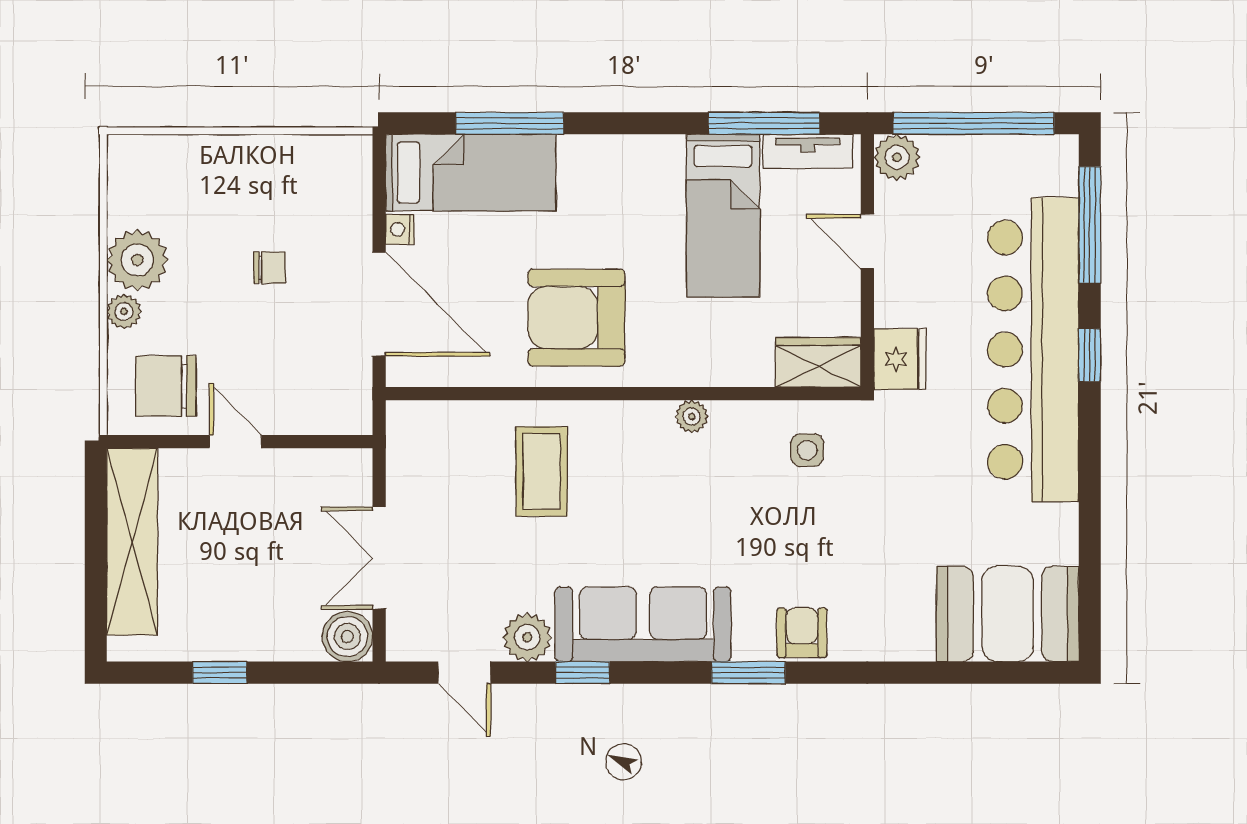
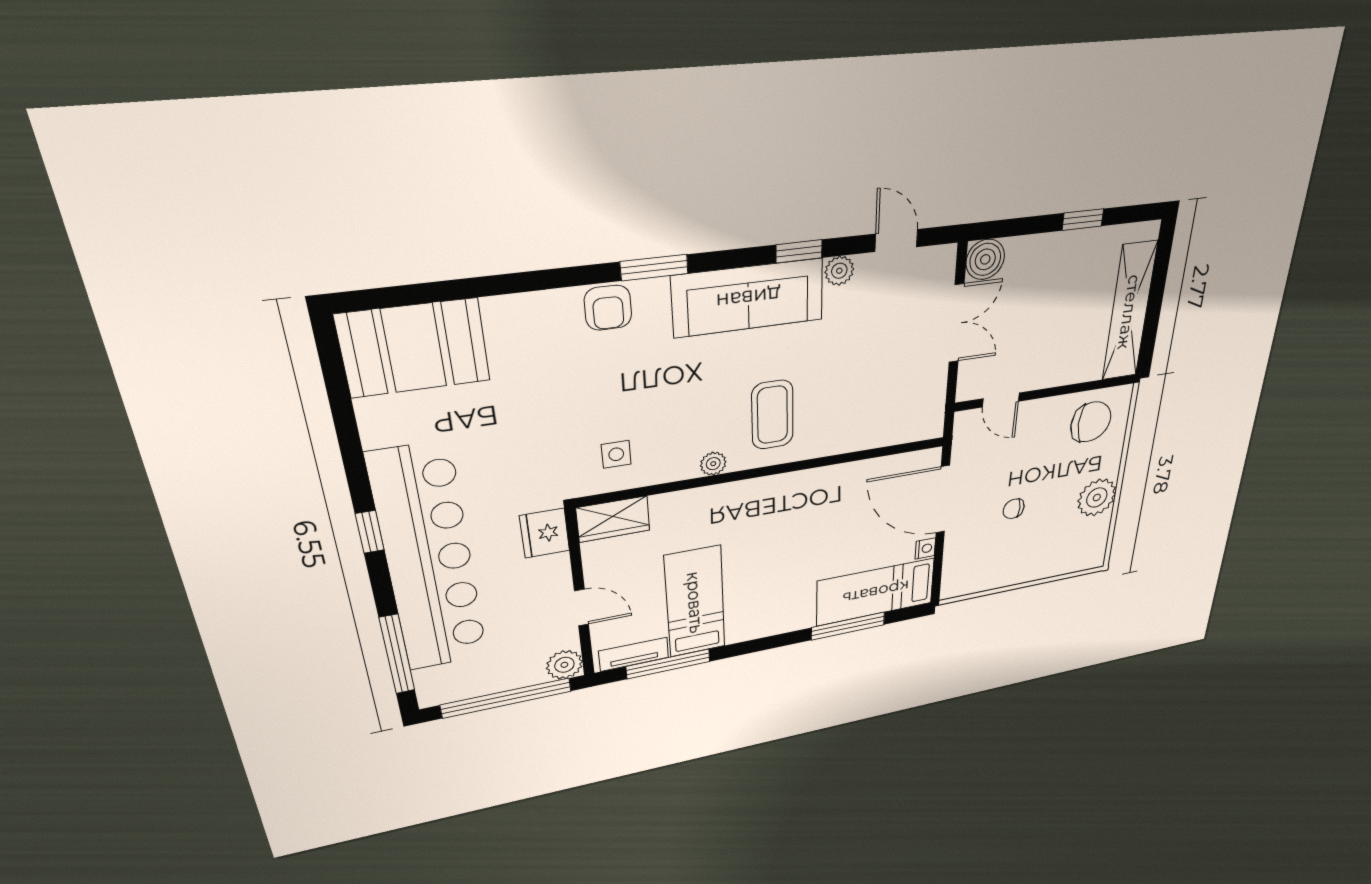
plant: (124, 312) -> (1110, 465), removed
armchair: (576, 318) -> (803, 516), removed
window: (1090, 355) -> (370, 532), moved
door: (236, 442) -> (1001, 400), moved
coffee table: (542, 471) -> (772, 415), moved
plant: (527, 637) -> (839, 271), width x0.73, depth x0.73

